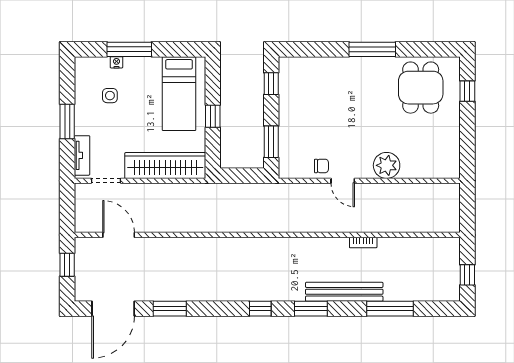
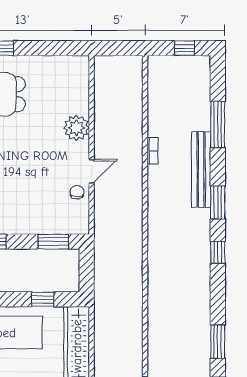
window: (213, 116) -> (43, 299), moved

